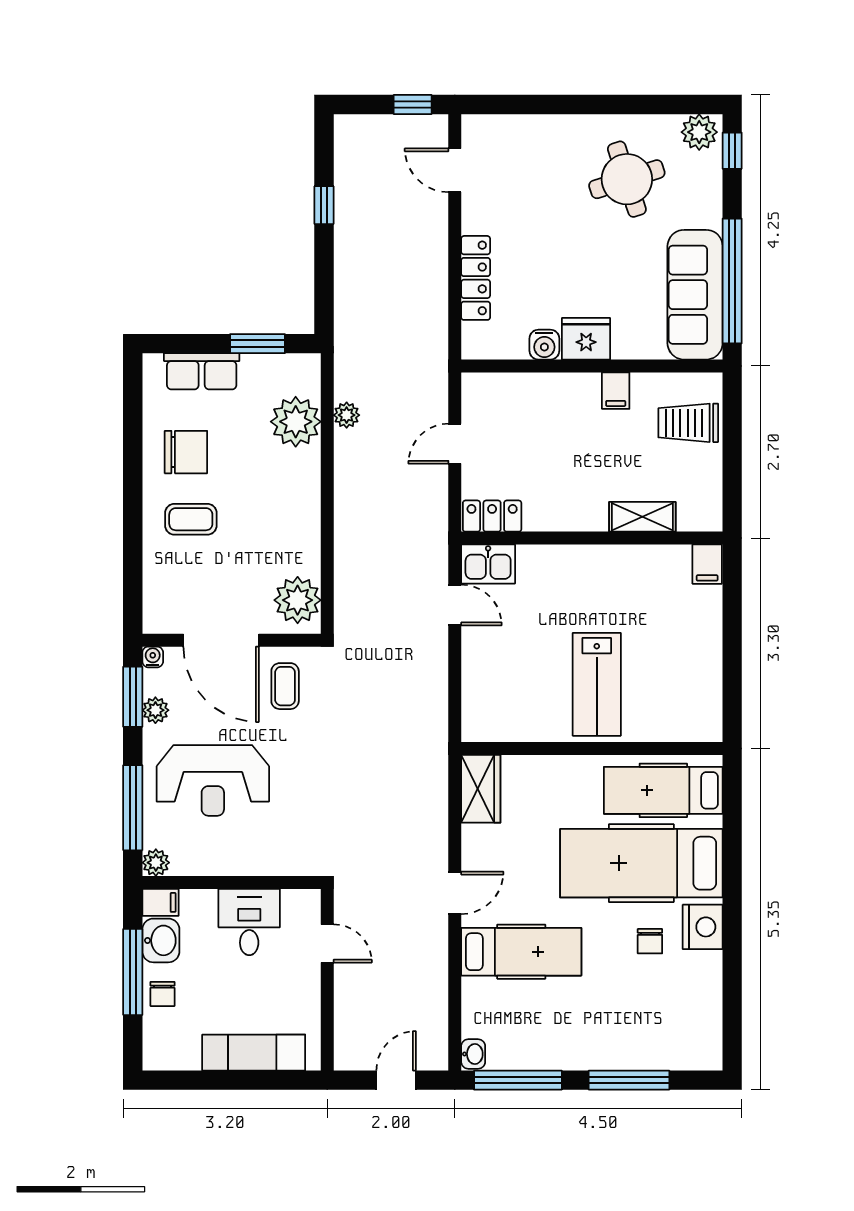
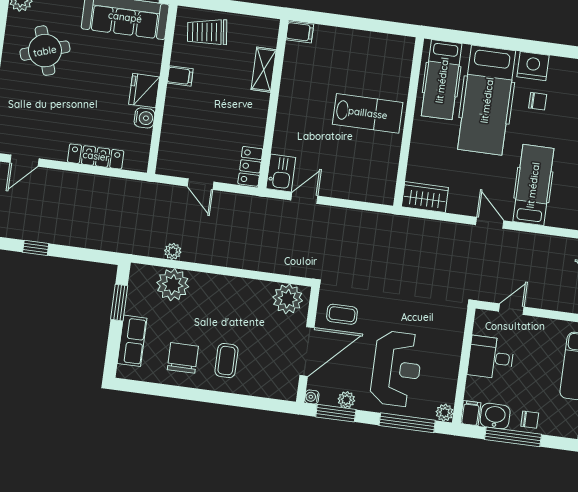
trolley: (688, 423) -> (207, 32), turned 83

